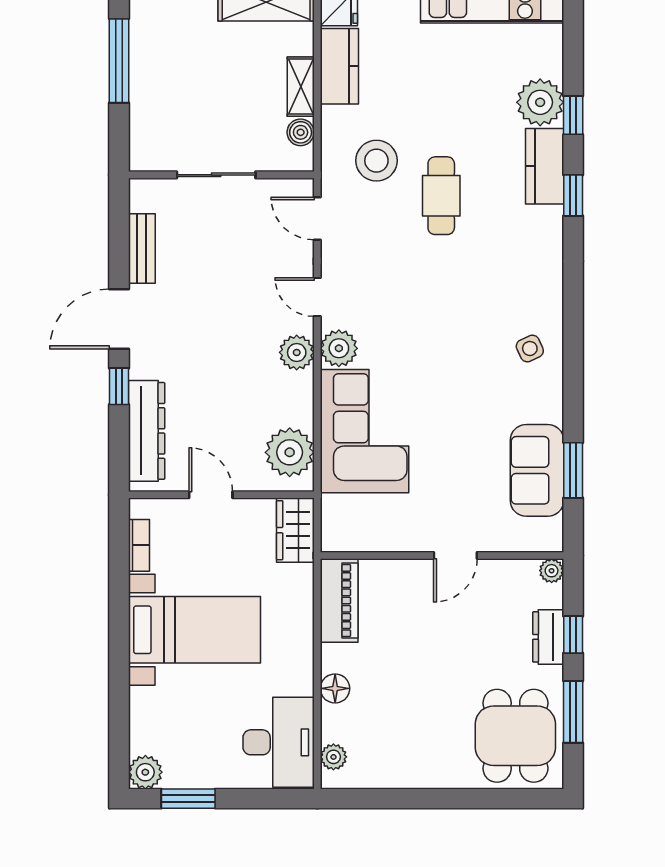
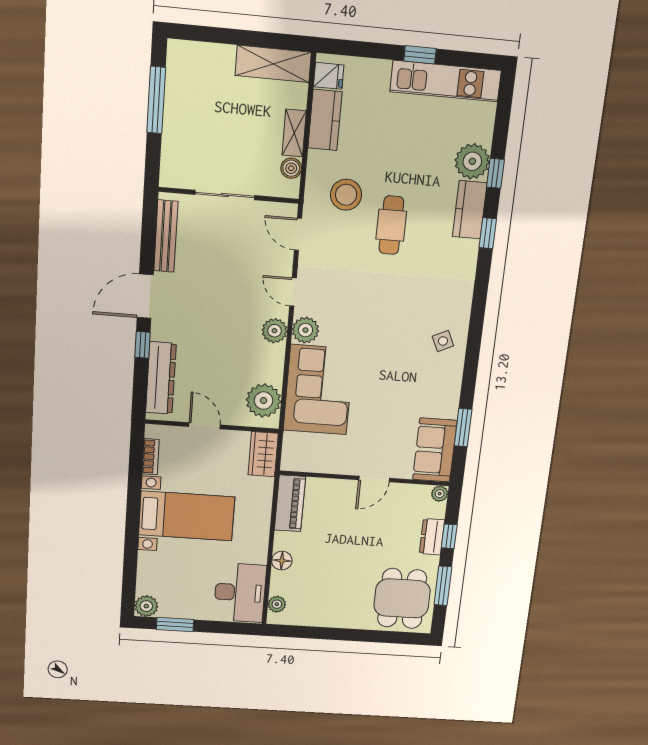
bench: (142, 248) -> (166, 236), width x1.36
sofa: (537, 470) -> (435, 450), moved

